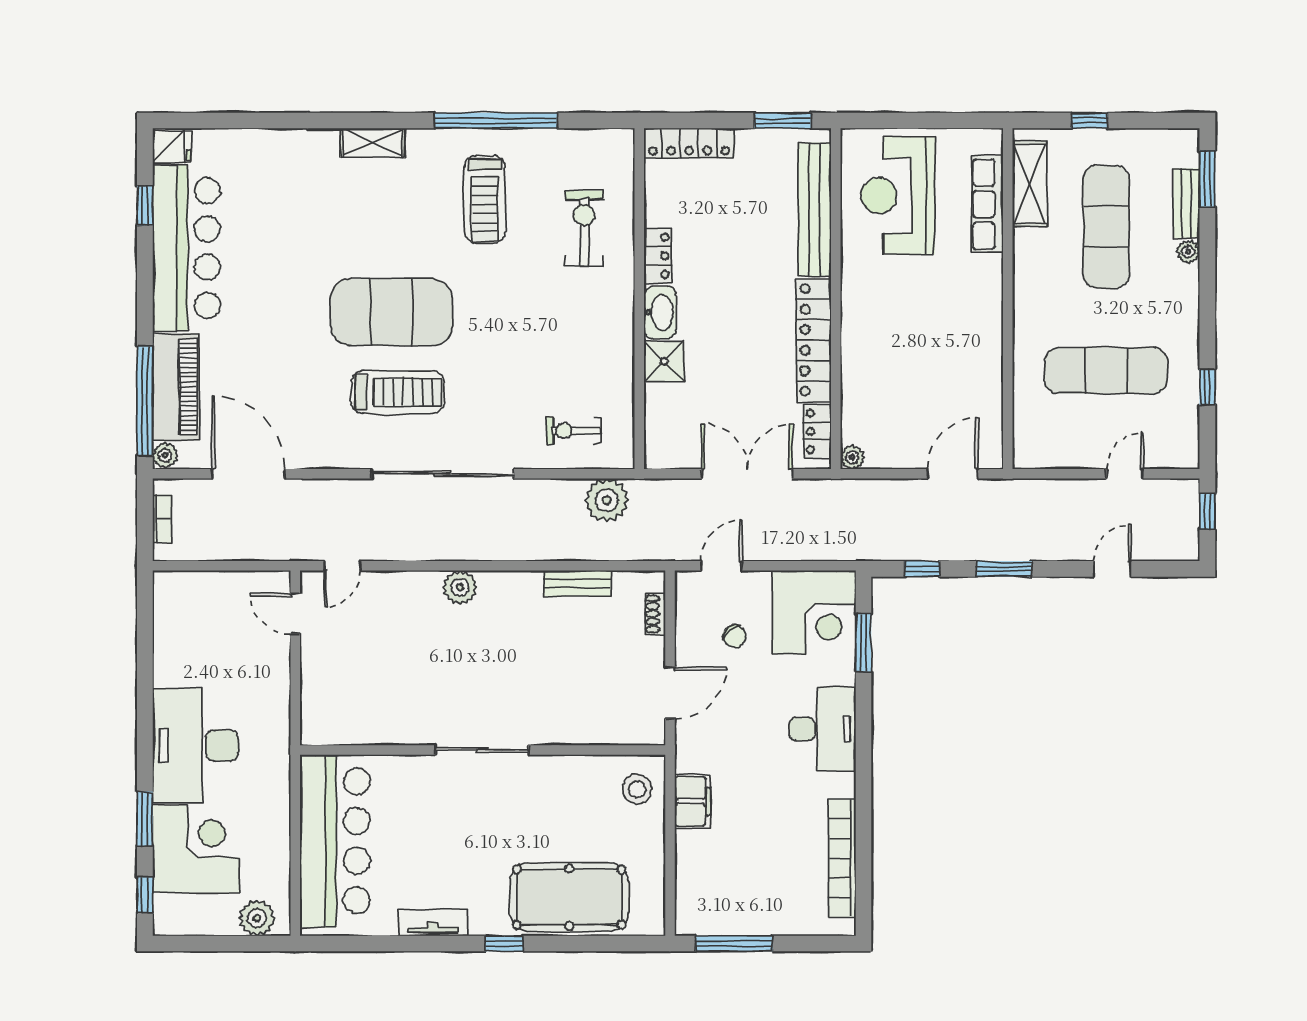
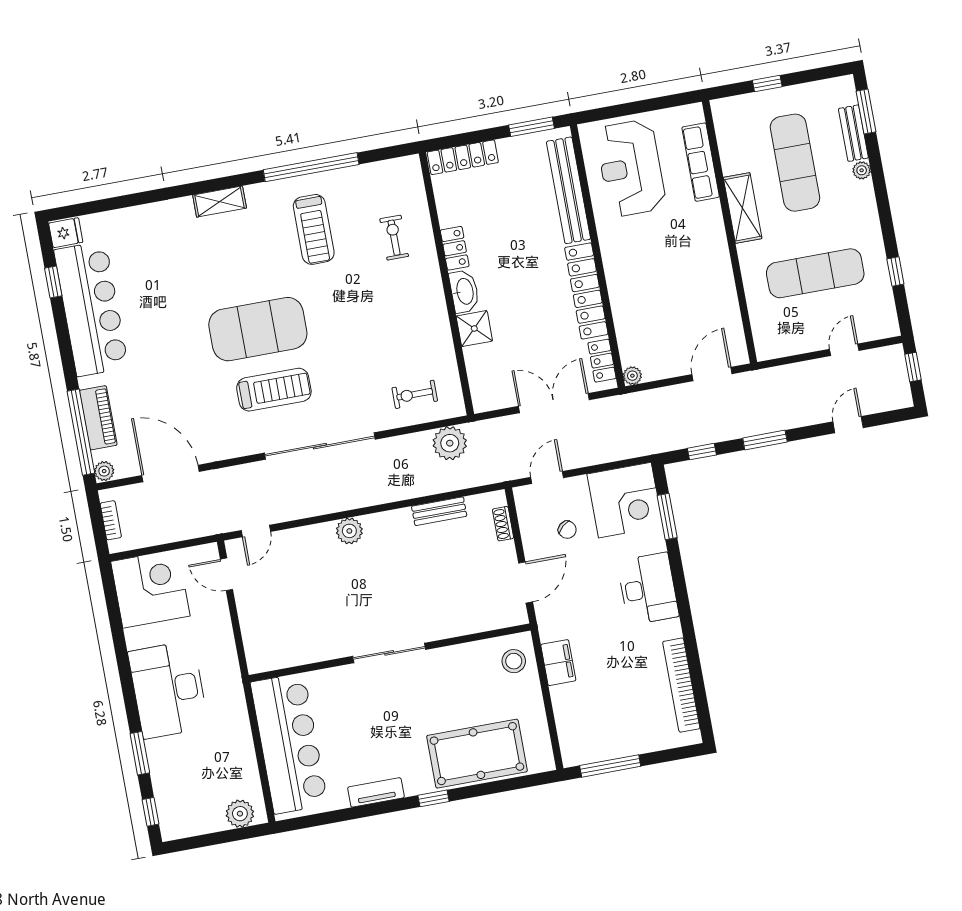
shelving: (1030, 184) -> (743, 208), moved
exercise bike: (584, 228) -> (394, 238), width x0.73, depth x0.72
piano: (176, 387) -> (98, 418), width x0.73, depth x0.75
corner desk: (196, 849) -> (150, 589), moved

